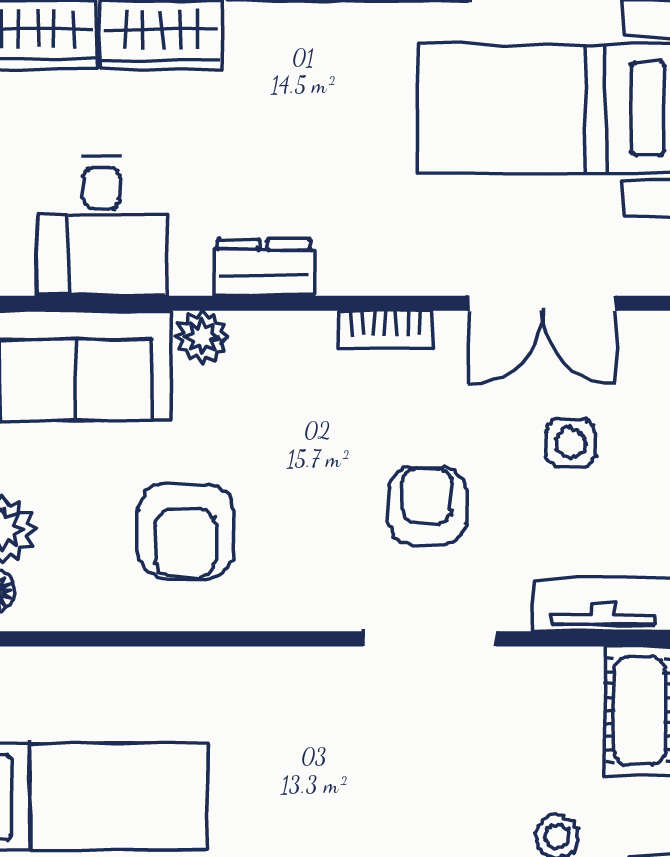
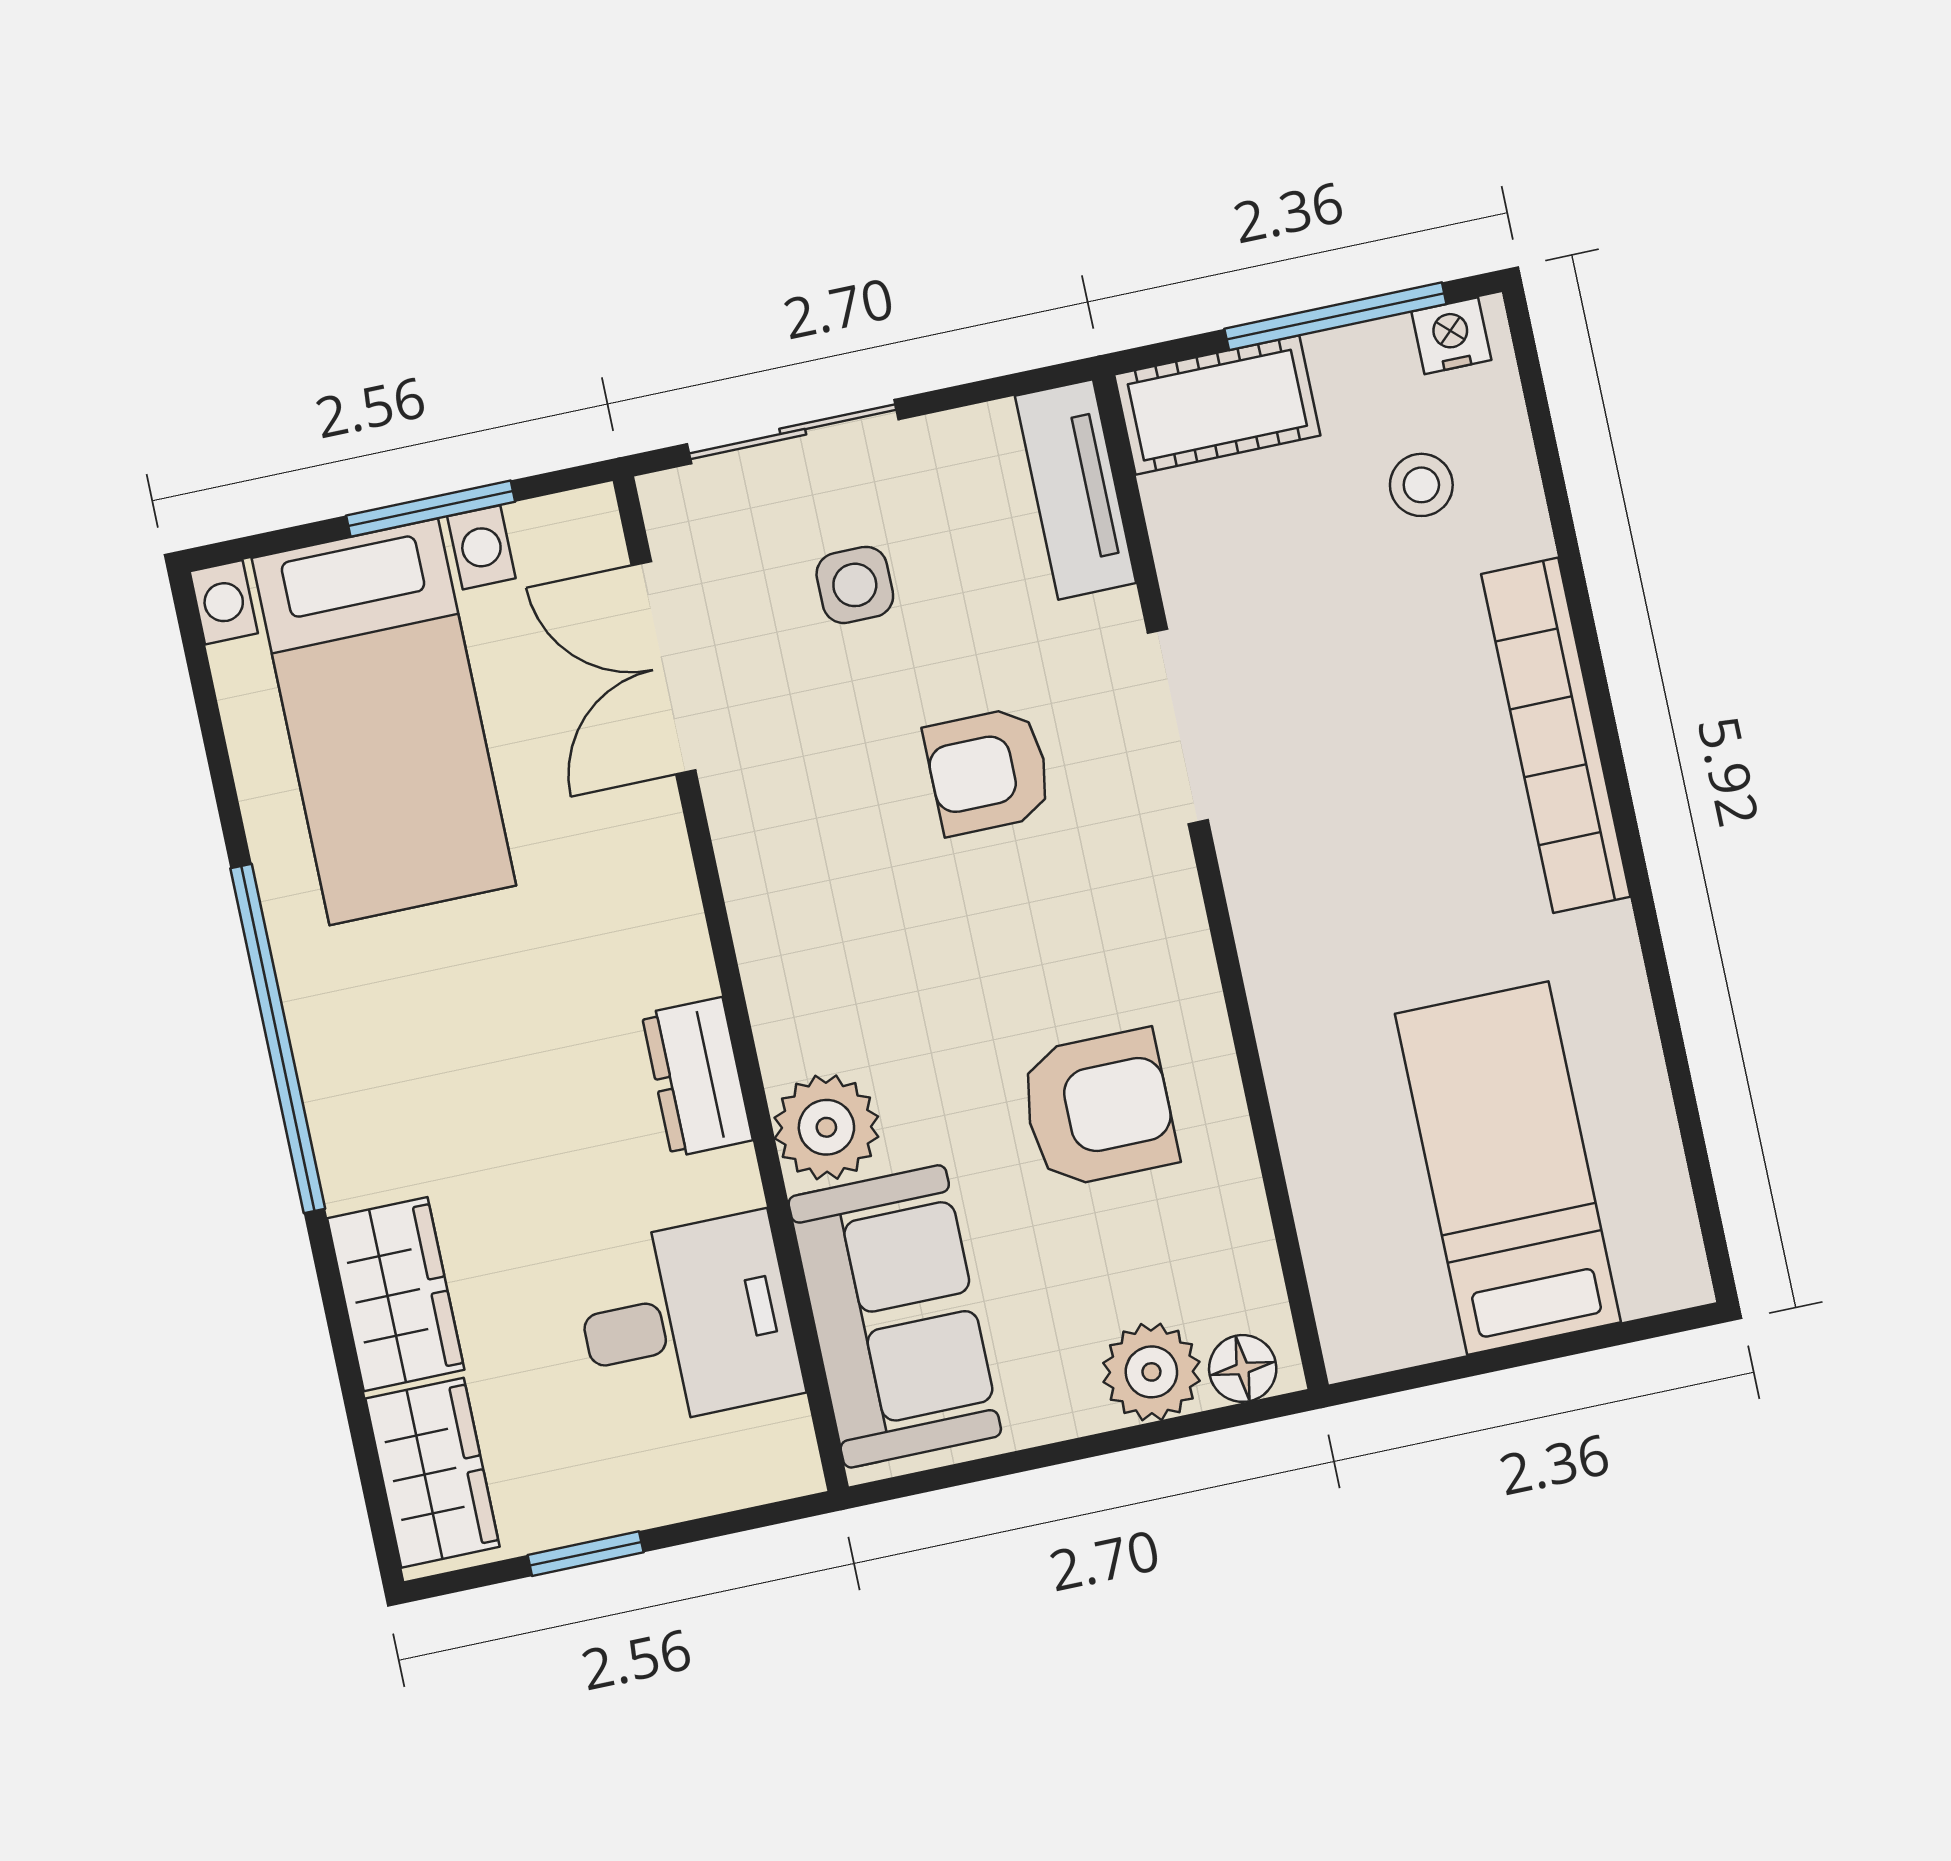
double door: (542, 303) -> (664, 668), swing flipped
bookcase: (385, 330) -> (749, 885), removed
plant: (202, 337) -> (826, 1127), width x1.38, depth x1.38

